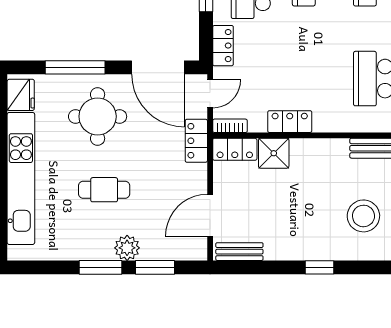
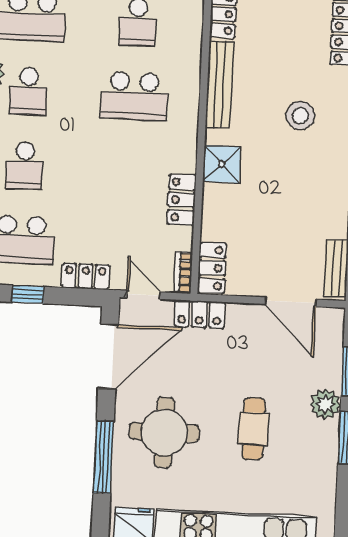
shower: (274, 153) -> (222, 164), moved
stool: (363, 216) -> (300, 116), width x0.73, depth x0.73

